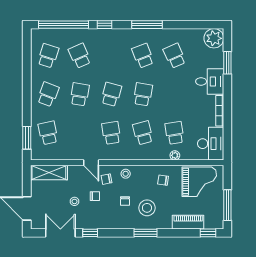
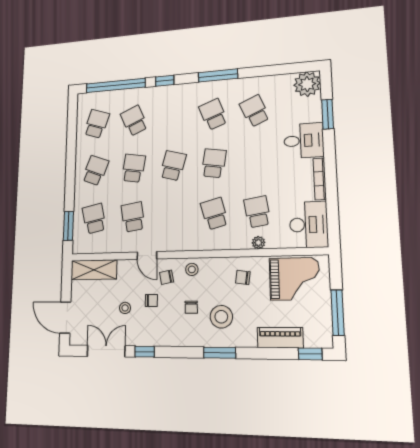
school desk: (111, 133) -> (133, 217), moved

